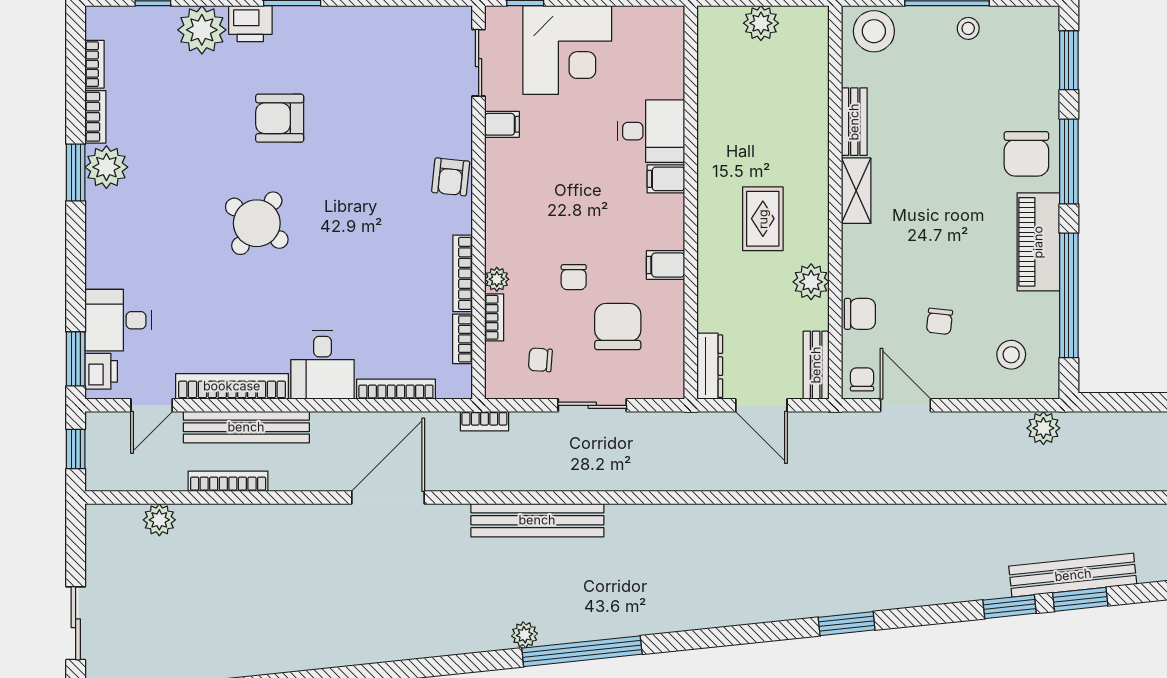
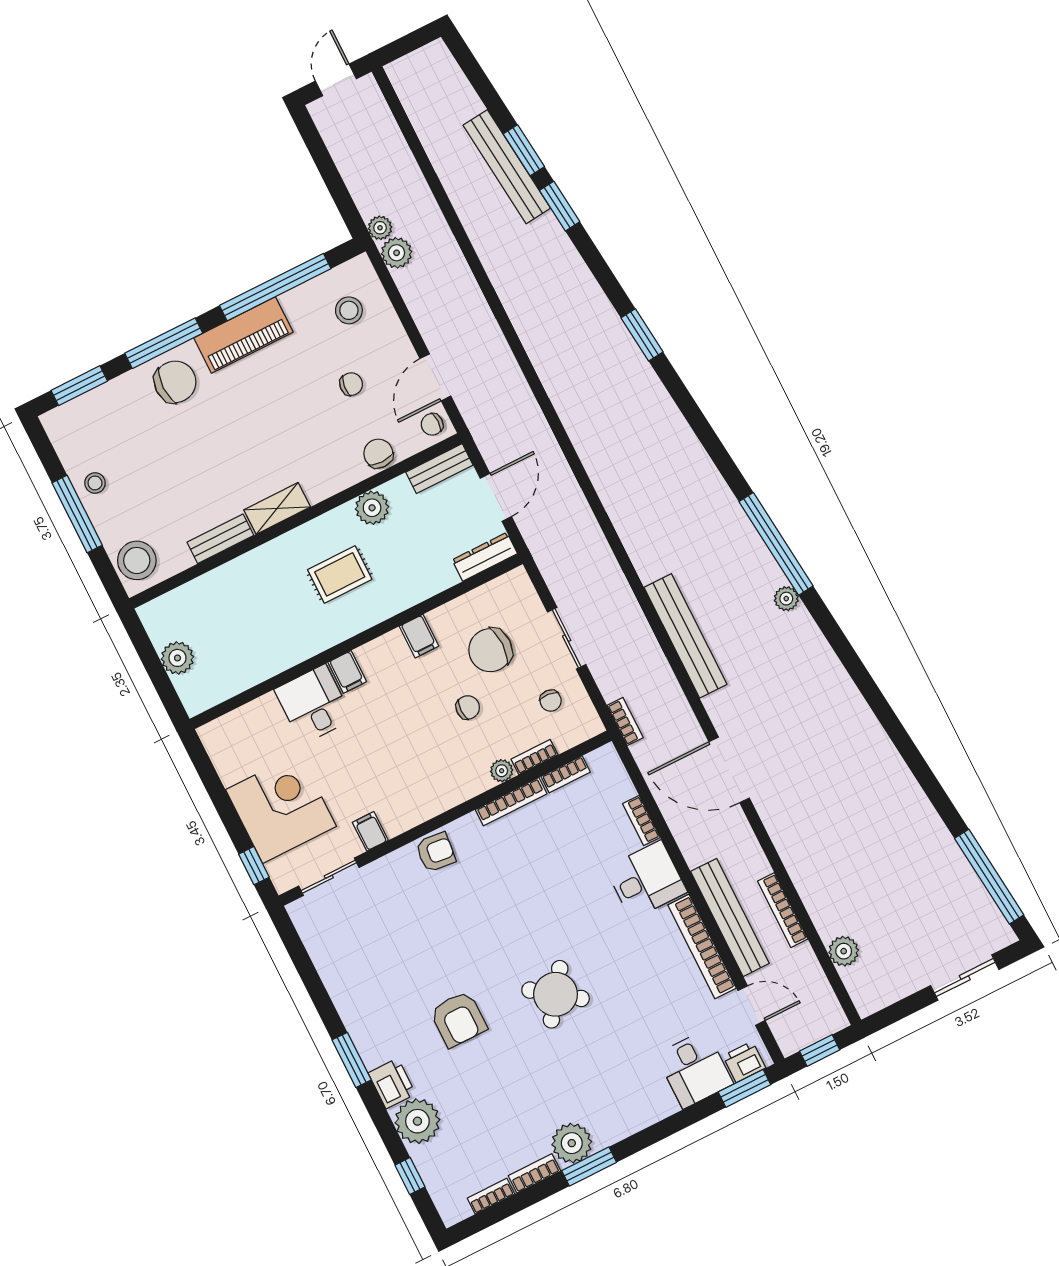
bookcase: (396, 389) -> (641, 821), width x0.64
plant: (1075, 424) -> (380, 228), added

